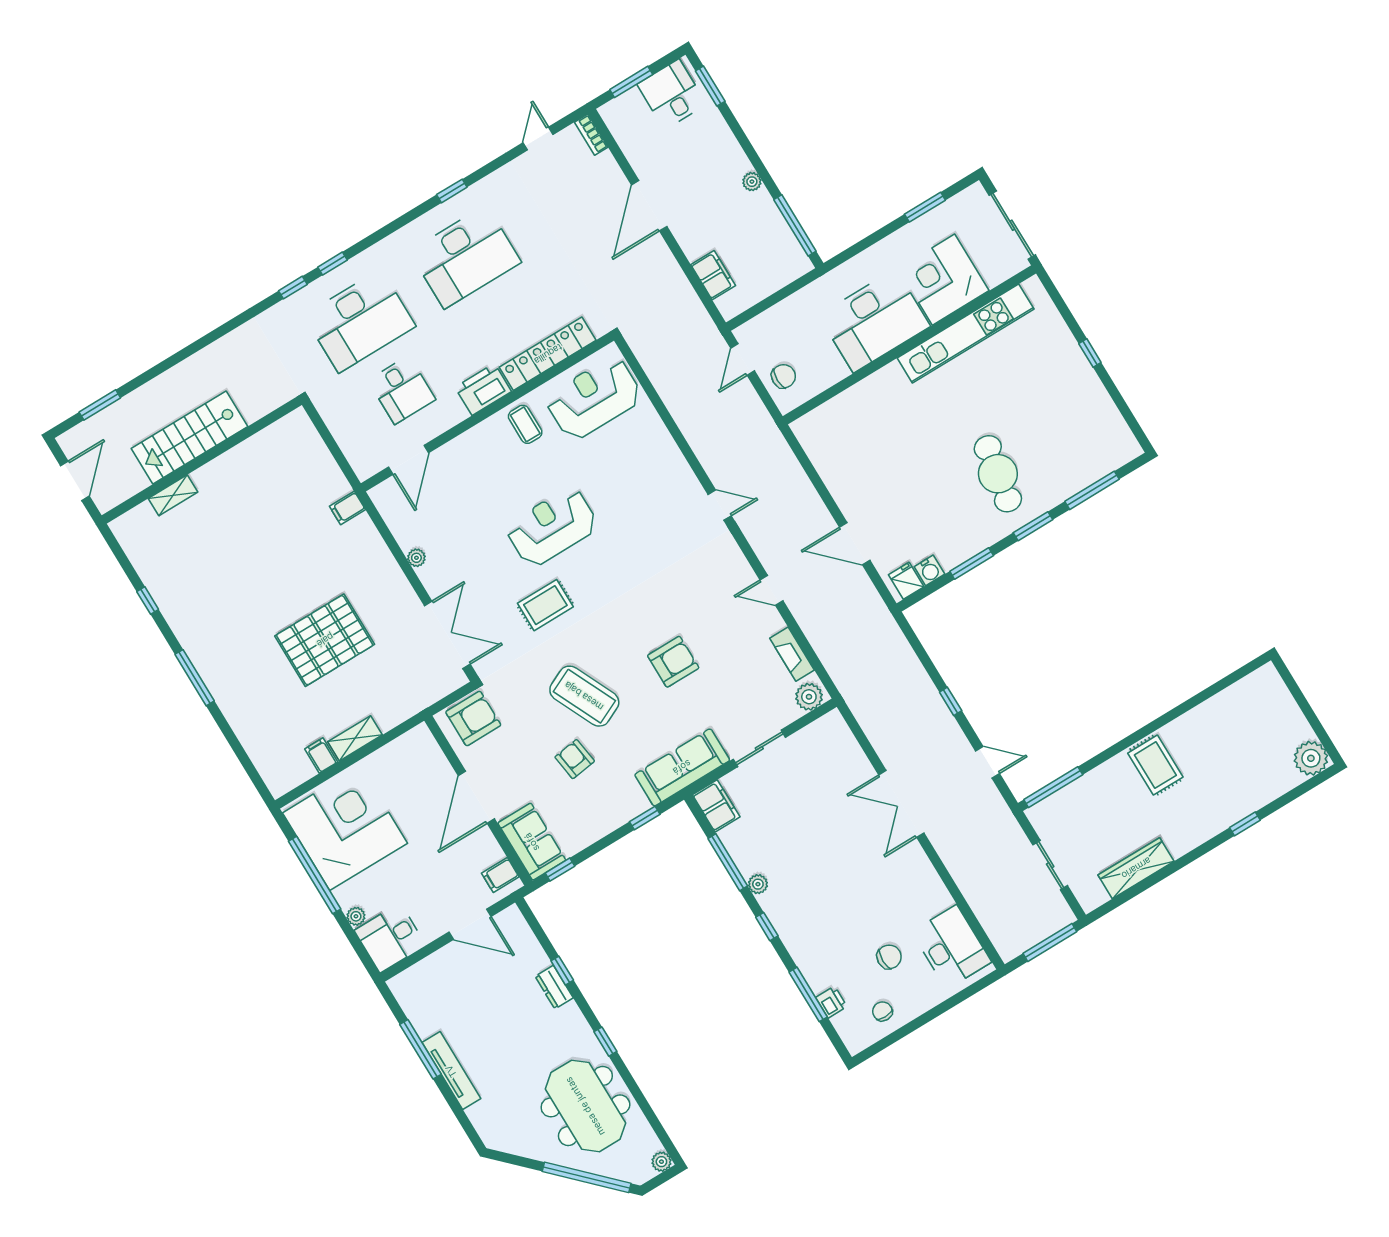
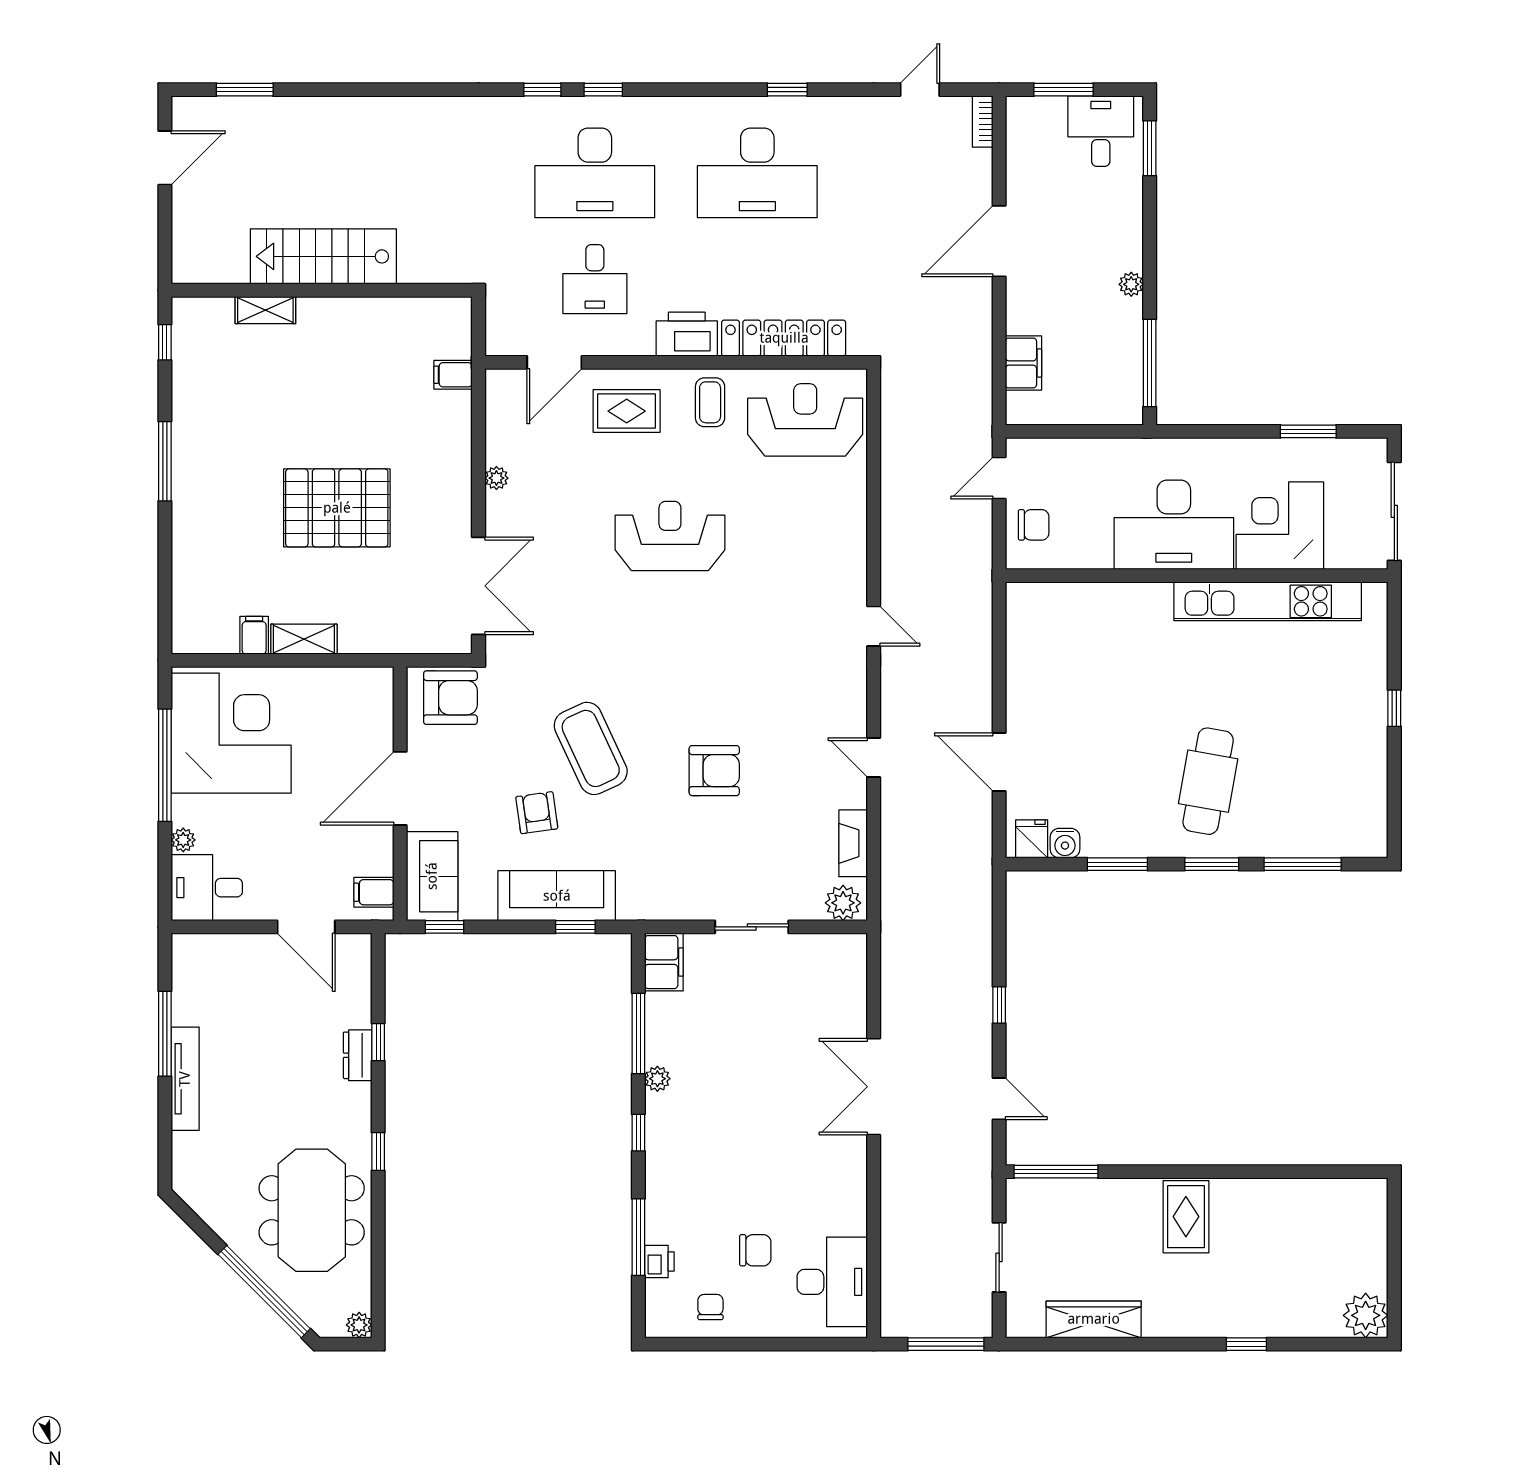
stairs: (189, 437) -> (323, 256), moved
wall: (202, 460) -> (322, 290), moved
shelving: (173, 495) -> (265, 310), moved
rug: (545, 605) -> (627, 411), moved
sofa: (682, 767) -> (557, 896), moved

